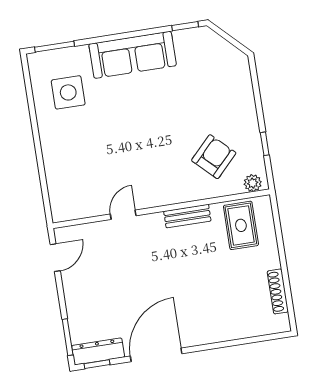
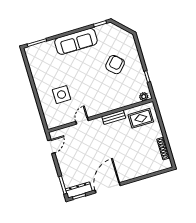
side table: (68, 92) -> (62, 95), moved
armchair: (214, 157) -> (115, 65), moved
rug: (241, 225) -> (141, 118), turned 90

